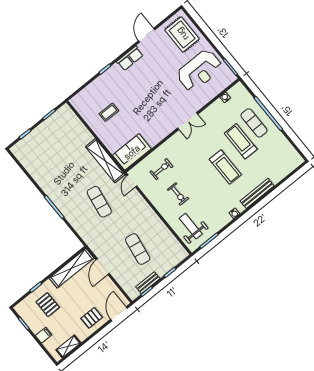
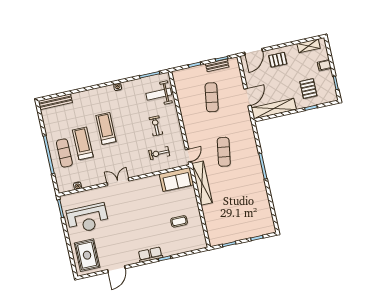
row of seats: (130, 58) -> (150, 255), moved
reception desk: (199, 71) -> (88, 218), turned 180
treadmill: (241, 141) -> (83, 143), turned 180
bench: (257, 193) -> (55, 102), moved
weight bench: (191, 226) -> (159, 94), turned 90

